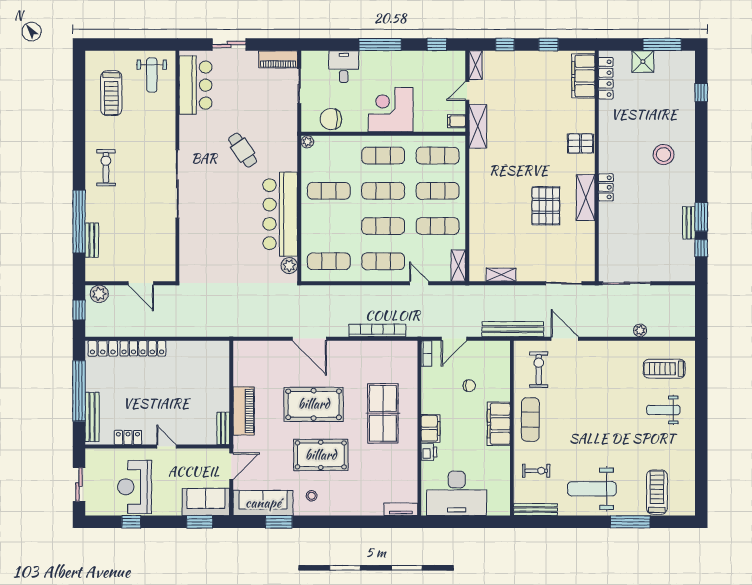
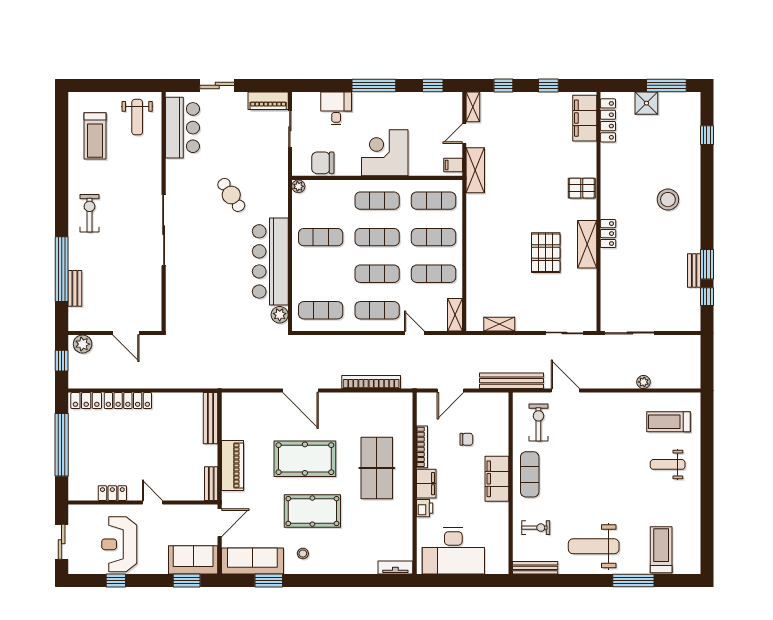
bookcase: (426, 353) -> (422, 447), moved, width x1.56
bench: (92, 417) -> (210, 418), moved

